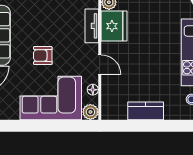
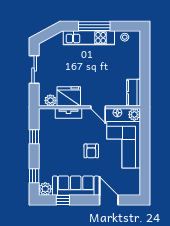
door: (100, 65) -> (98, 107), swing flipped
kitchen counter: (146, 111) -> (134, 93), moved

